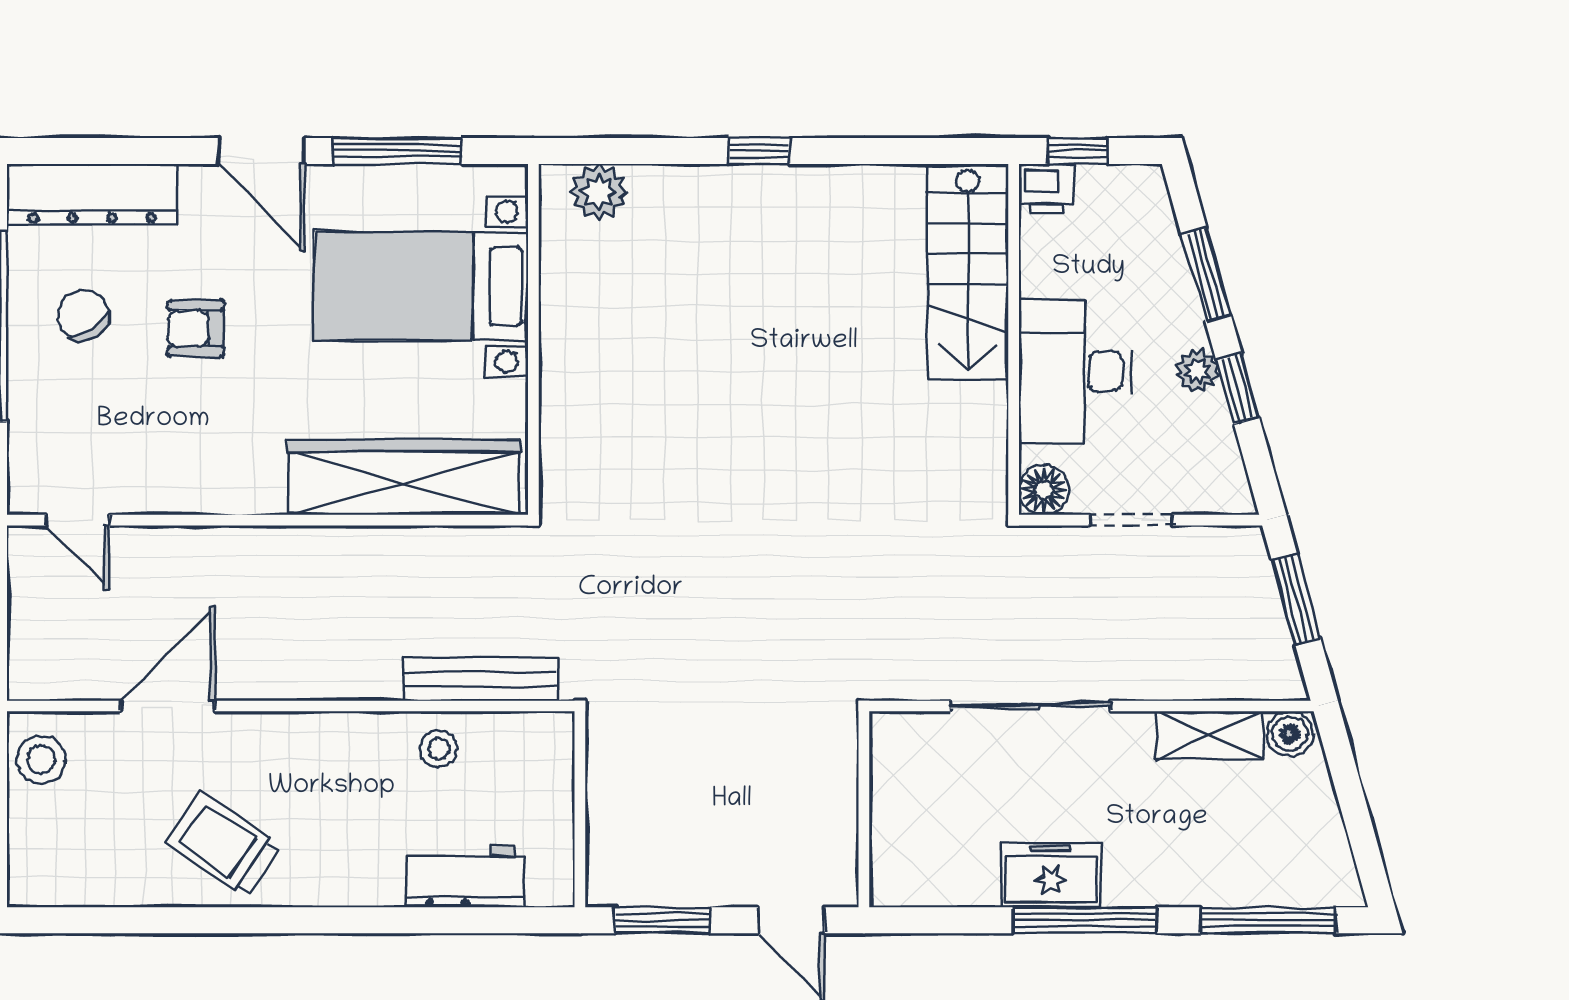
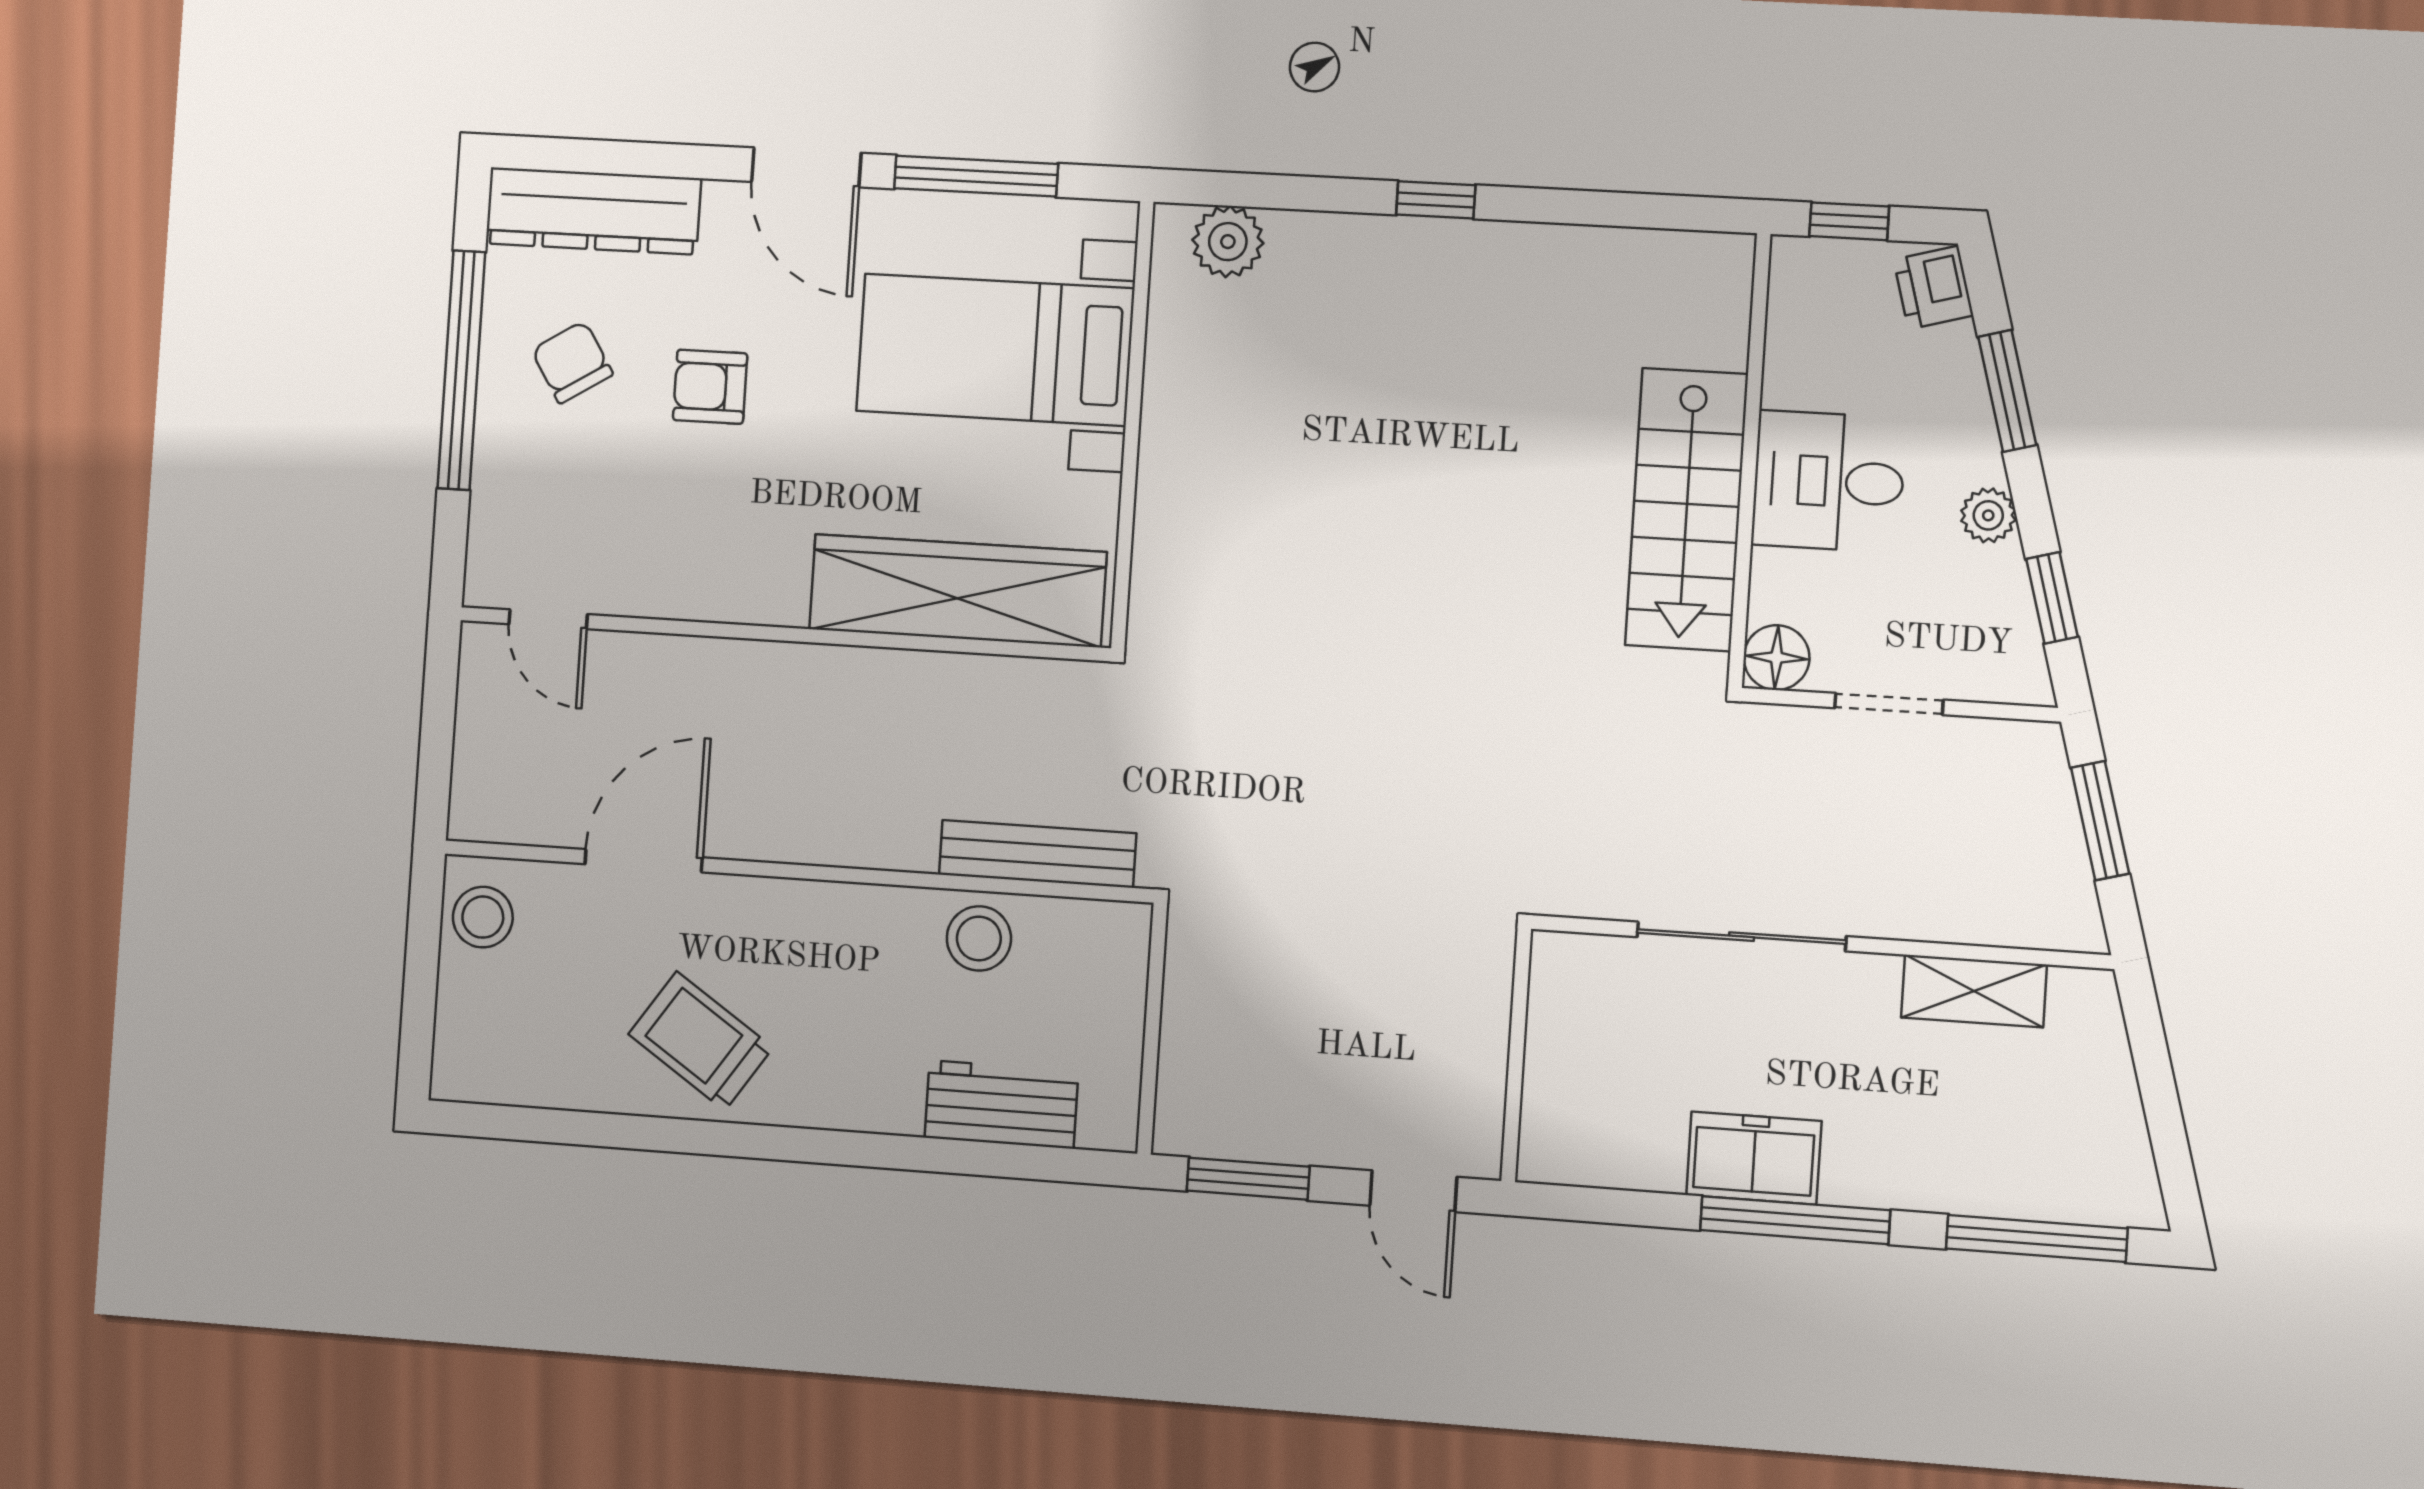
printer: (1047, 189) -> (1933, 288), moved, turned 74
stairs: (968, 271) -> (1687, 510), moved
desk: (1075, 371) -> (1829, 481), width x0.73
window: (1238, 389) -> (2052, 598), moved
boiler: (1290, 734) -> (2081, 997), removed
stool: (439, 749) -> (979, 938), width x1.37, depth x1.37

